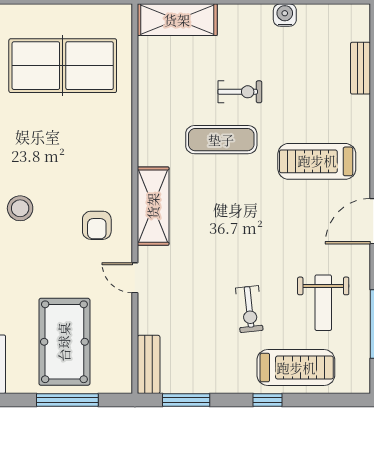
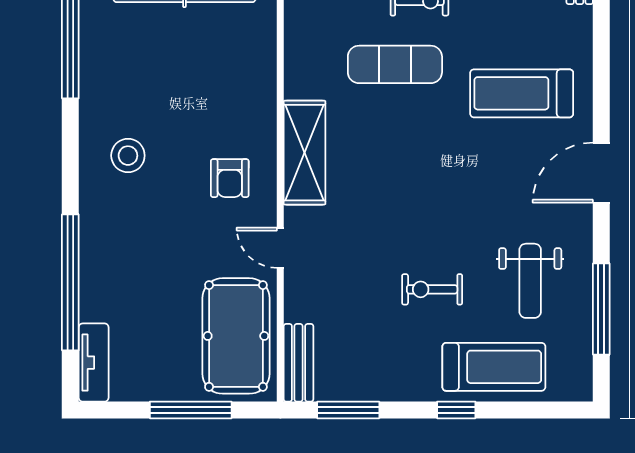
exercise bike: (249, 309) -> (432, 289), turned 96
pool table: (64, 342) -> (236, 336), moved

